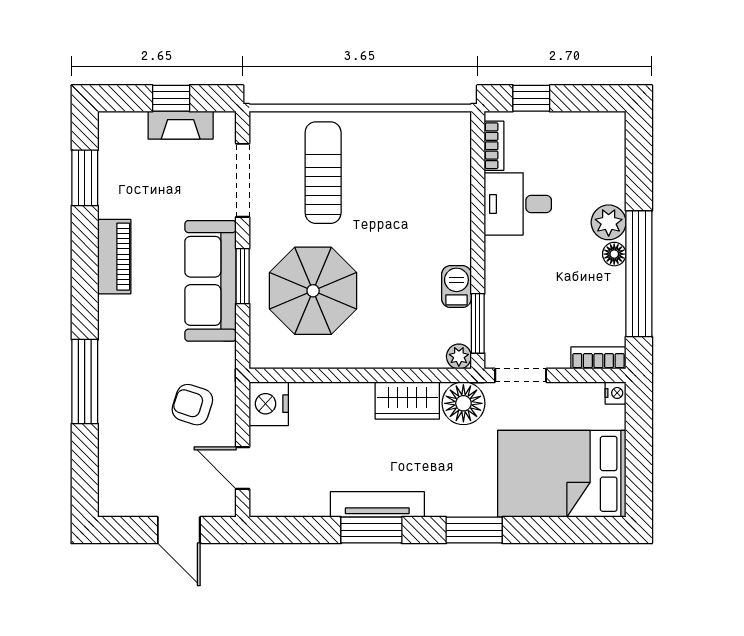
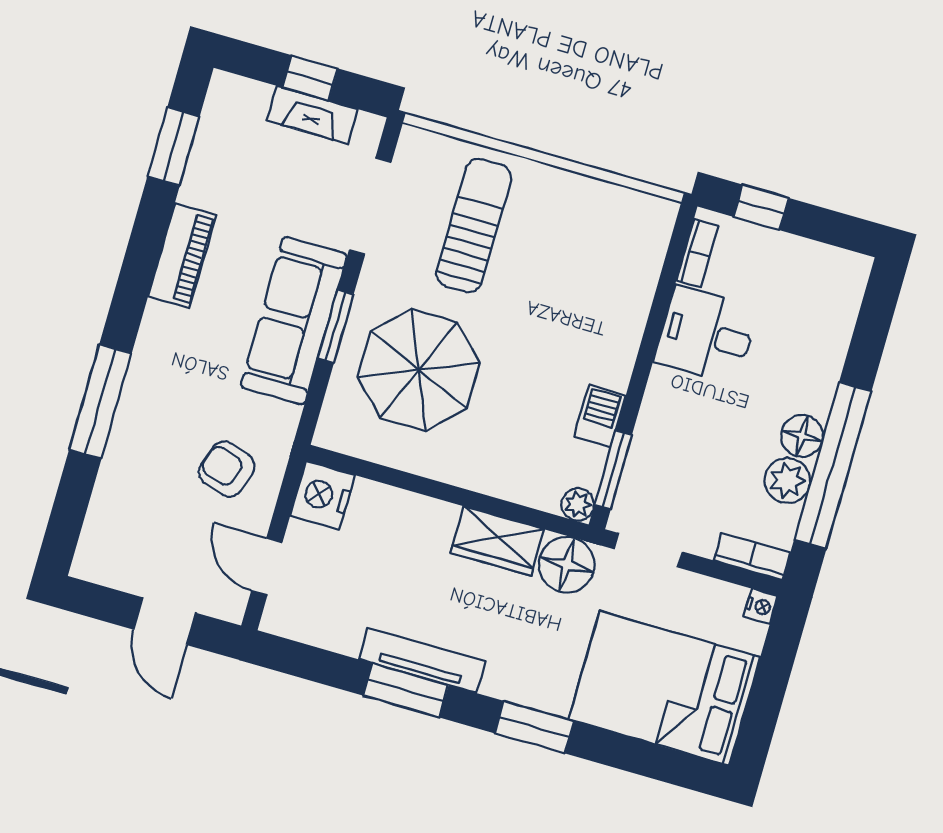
plant: (609, 222) -> (787, 481), moved
floor lamp: (614, 254) -> (802, 436), width x1.37, depth x1.37

